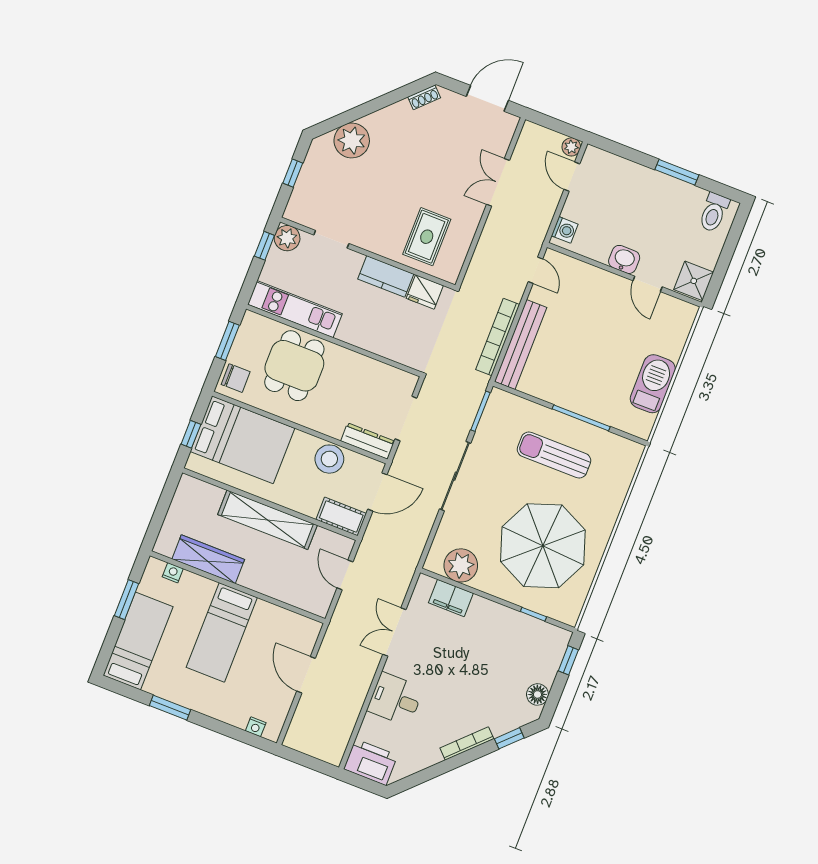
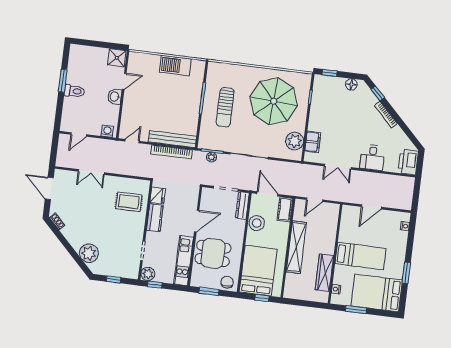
plant: (571, 147) -> (211, 157), moved
toilet: (714, 212) -> (74, 91), moved
door: (361, 351) -> (197, 221), added
bed: (138, 641) -> (377, 293), width x1.50

